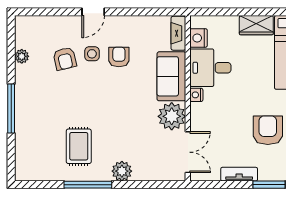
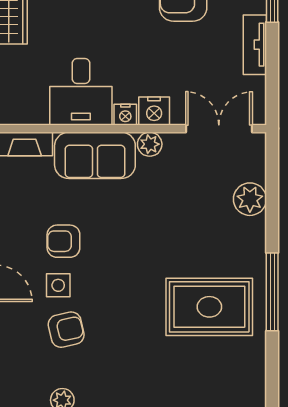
nightstand: (199, 38) -> (154, 111), moved
plant: (172, 116) -> (150, 144), width x0.53, depth x0.53
rug: (79, 146) -> (209, 307), width x1.36, depth x1.43
plant: (122, 171) -> (250, 199), moved

